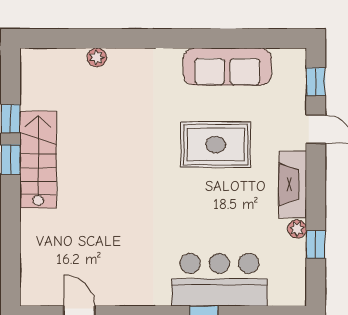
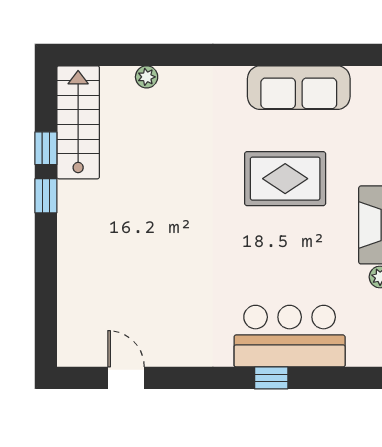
stairs: (38, 160) -> (78, 122), moved

